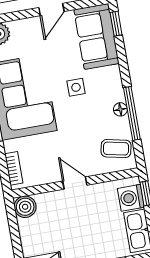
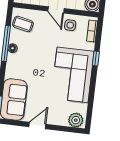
side table: (76, 87) -> (70, 25), moved

